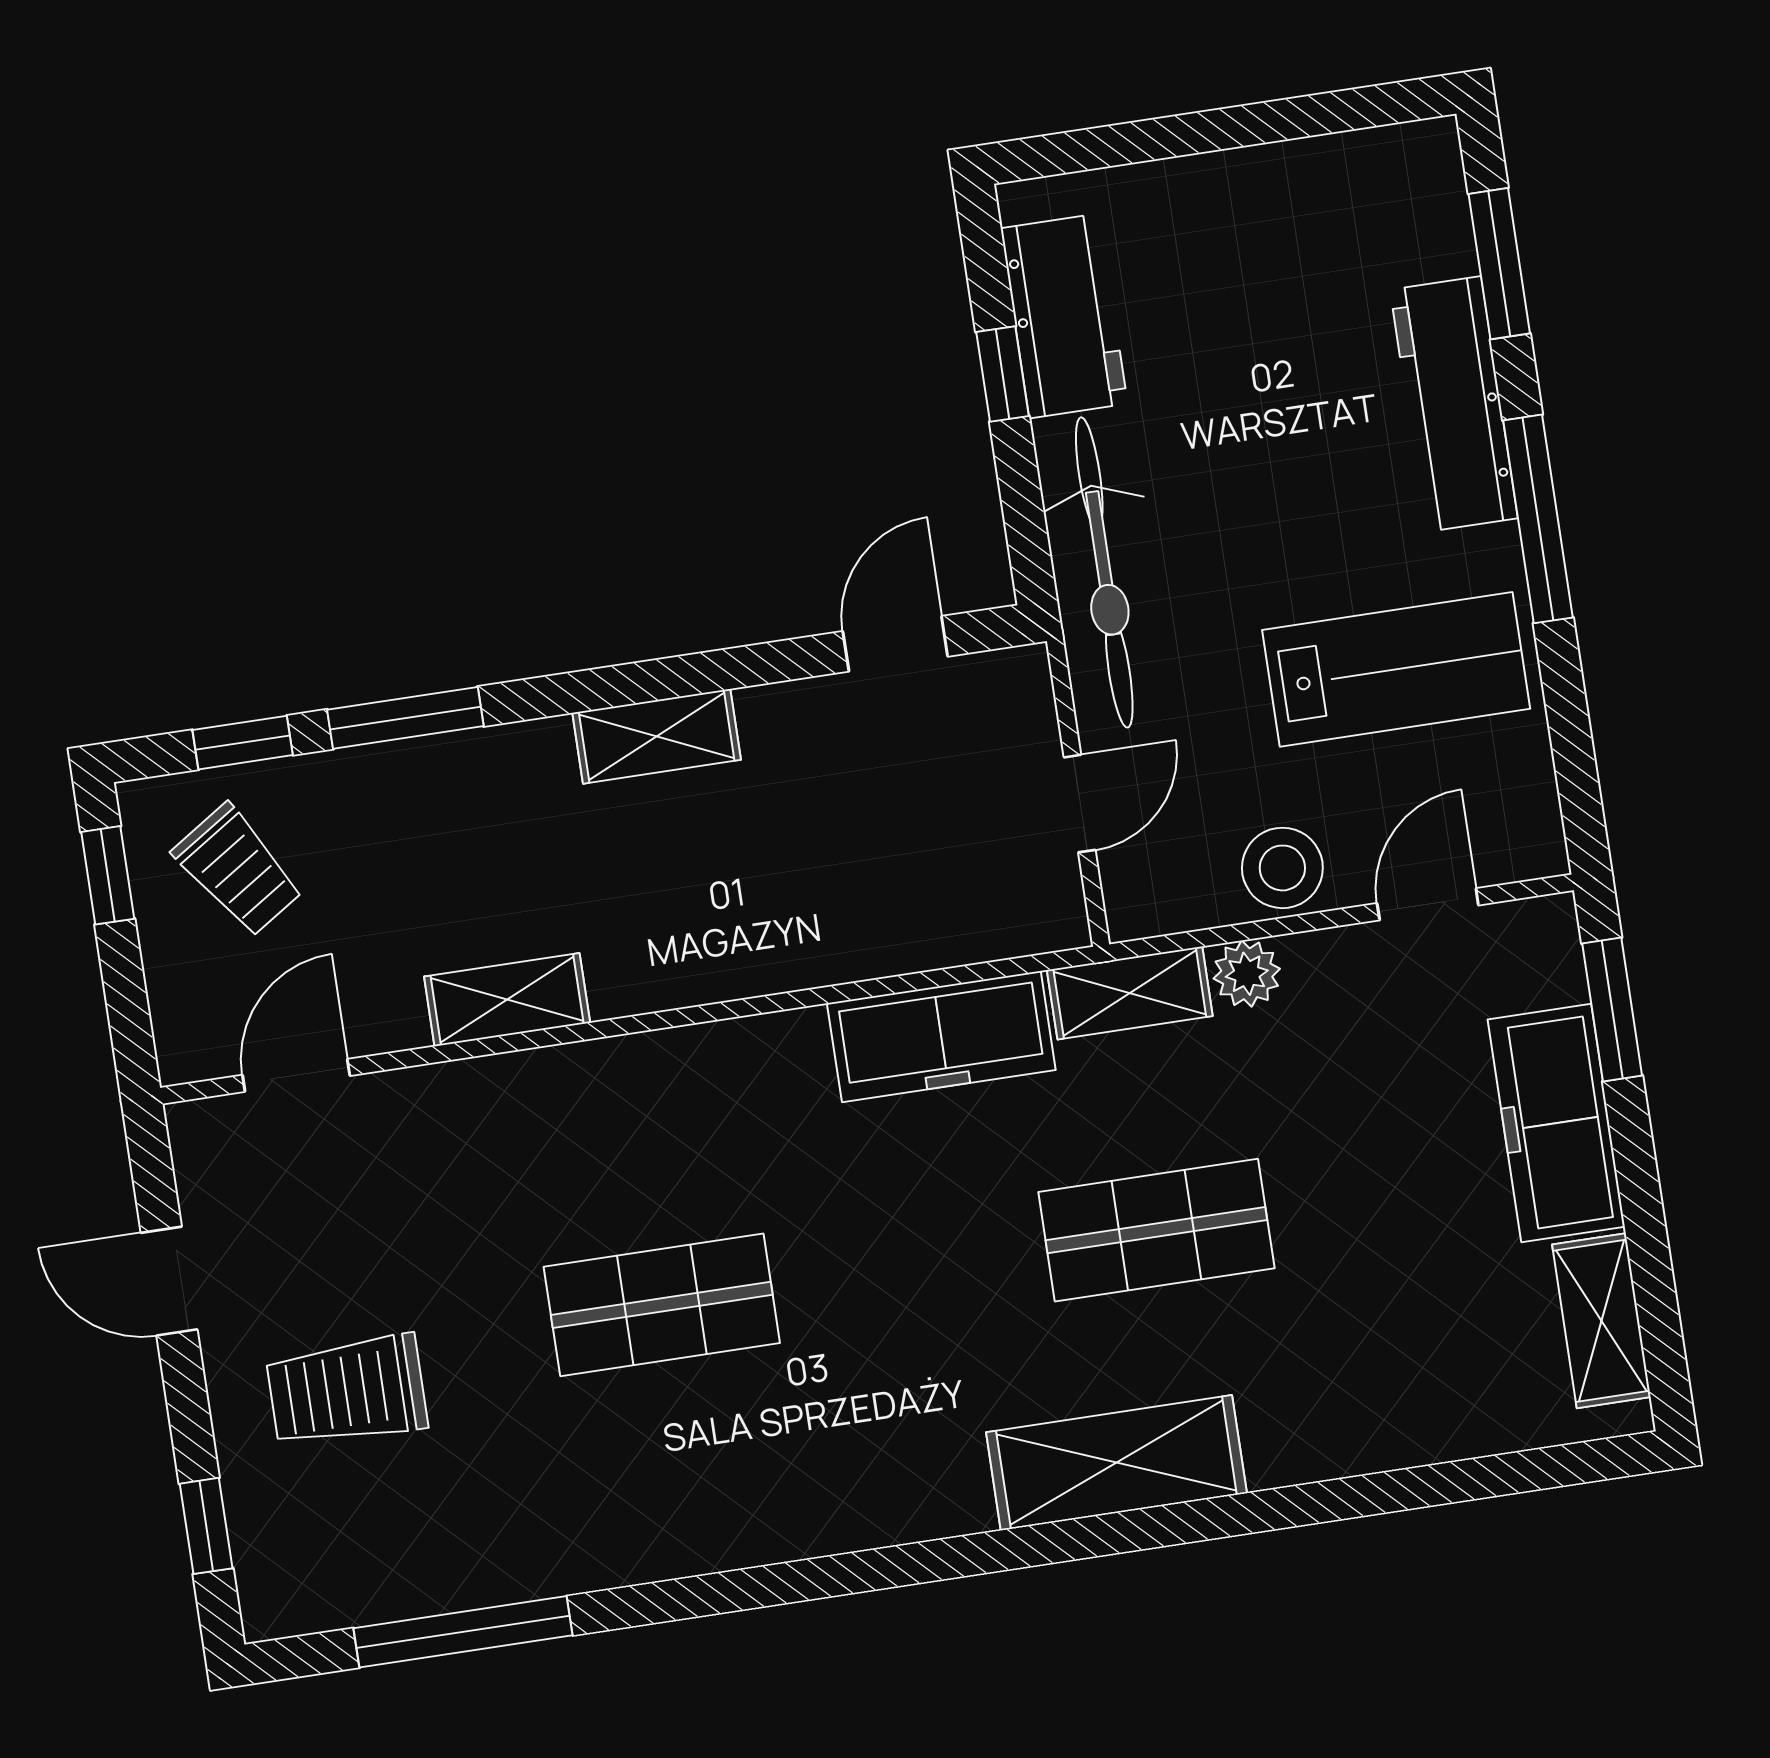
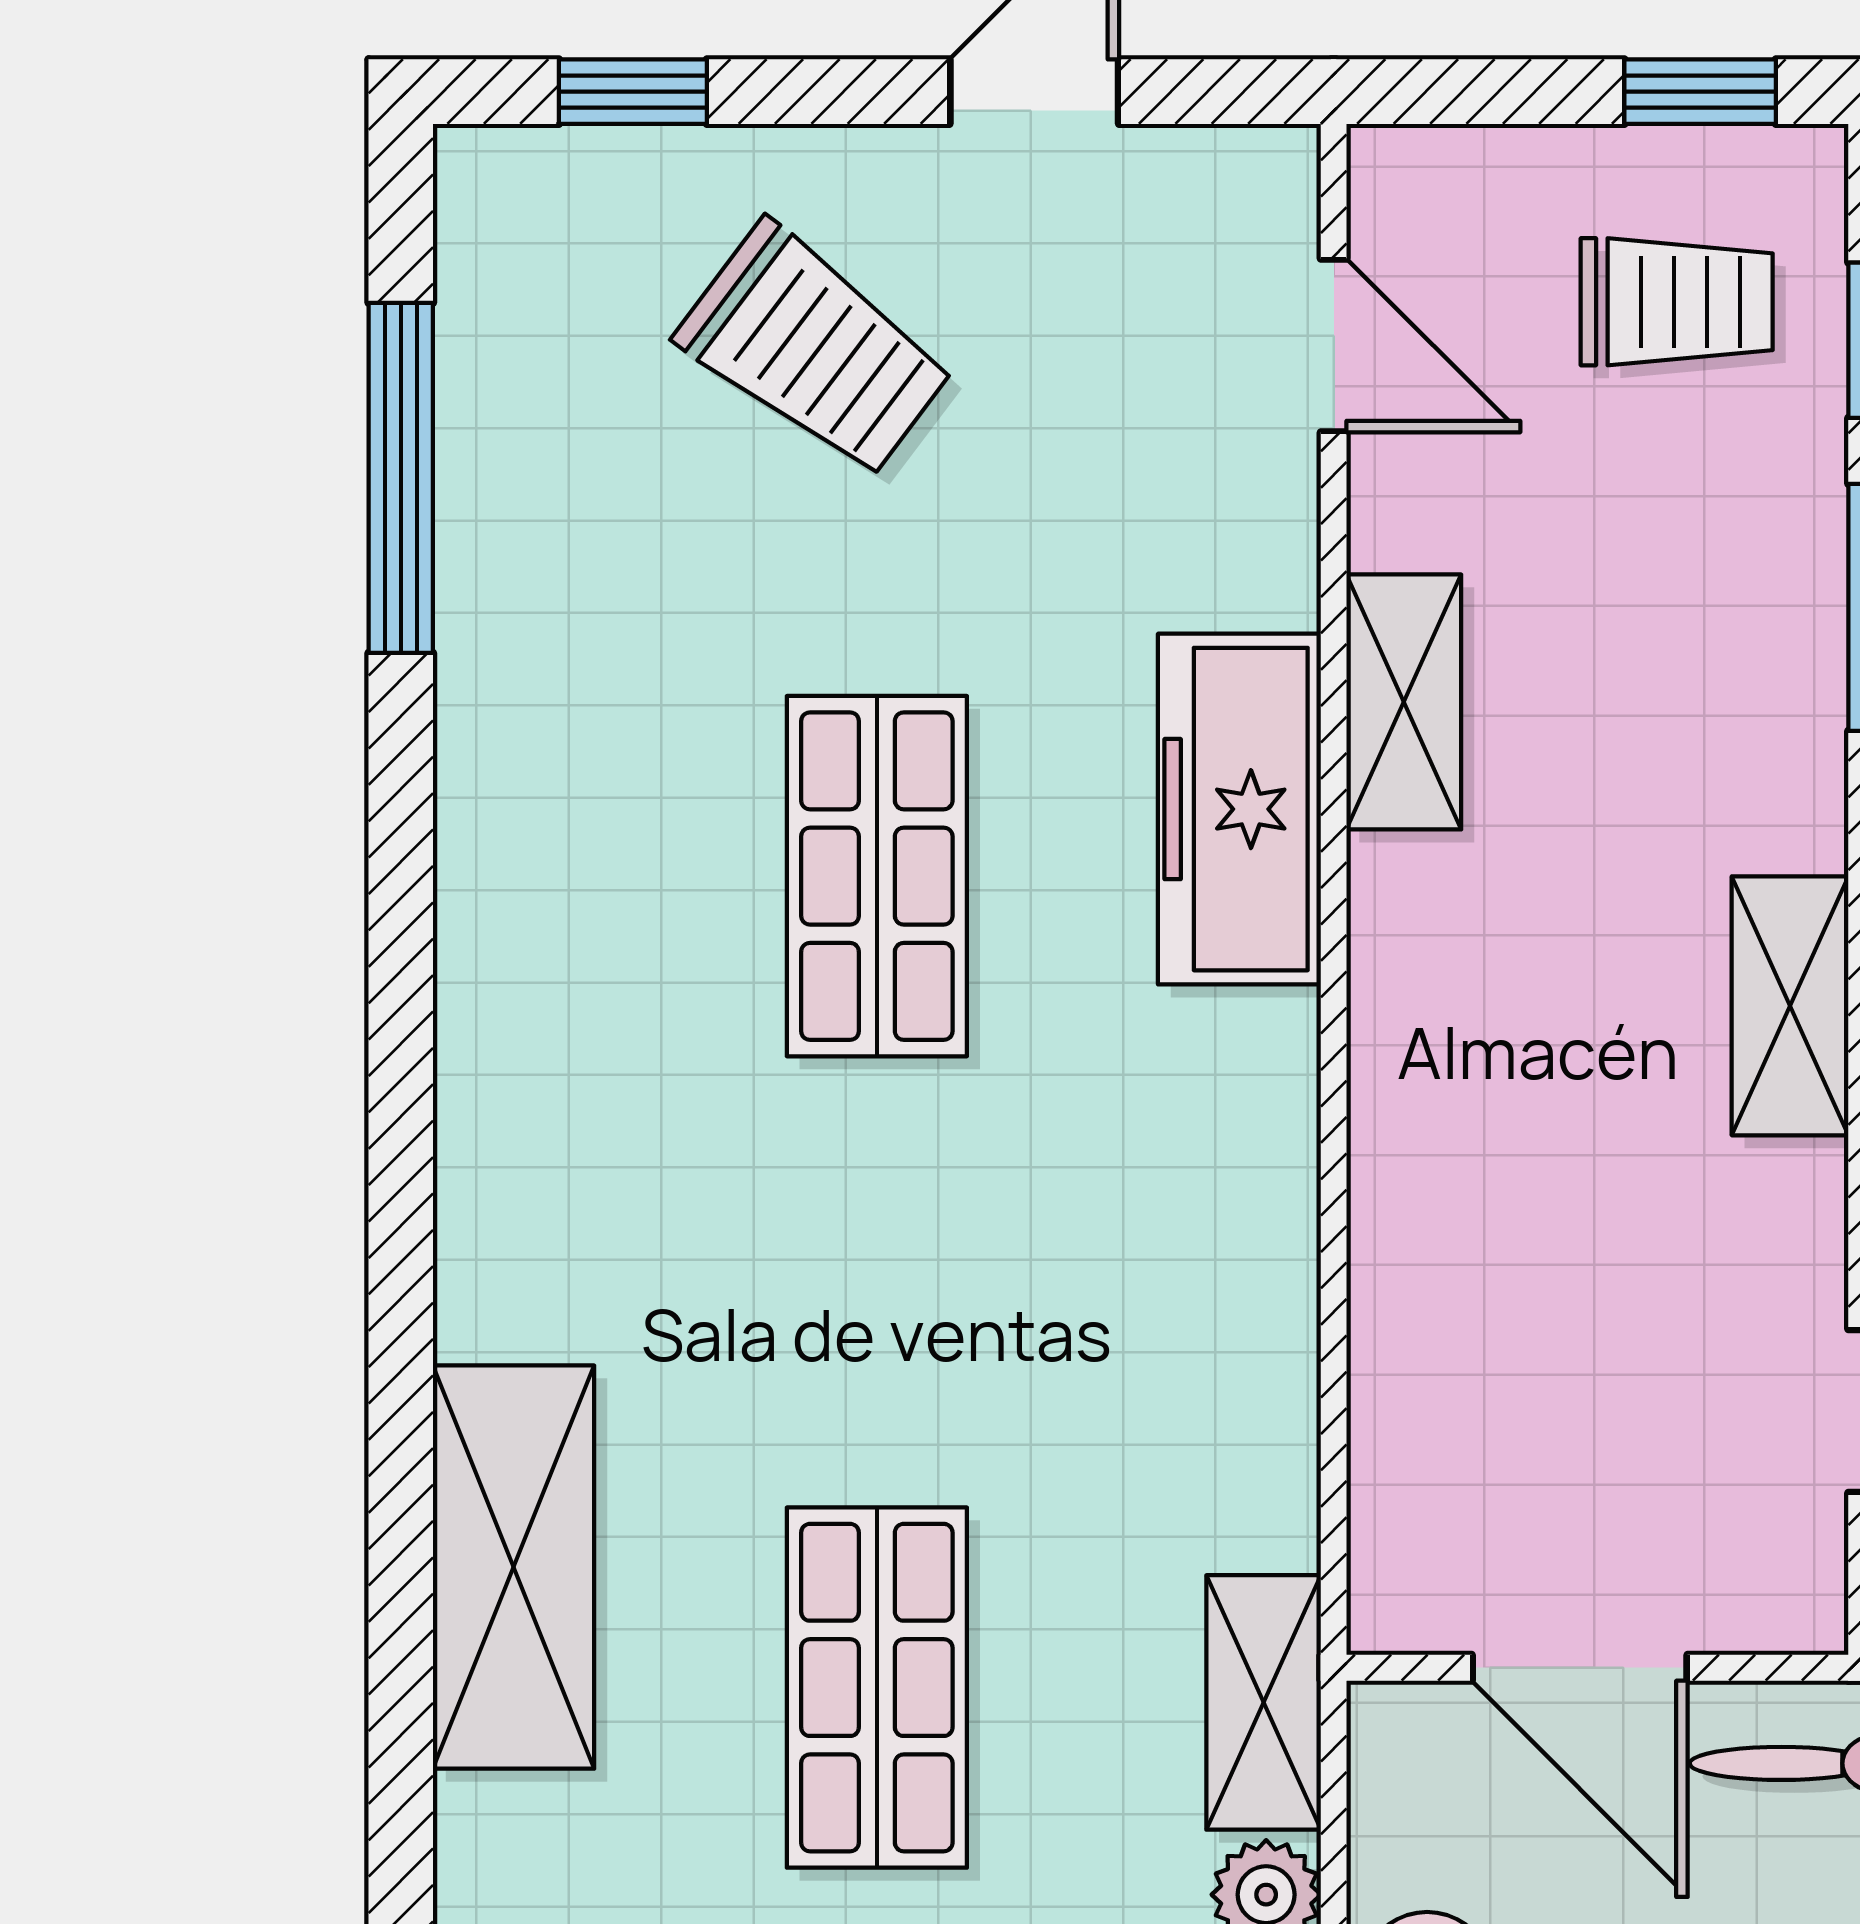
door: (1080, 804) -> (1580, 1668), width x1.38
trolley: (238, 870) -> (1677, 302), turned -147
freezer: (941, 1037) -> (1239, 809), moved
trolley: (347, 1391) -> (815, 350), turned 127

